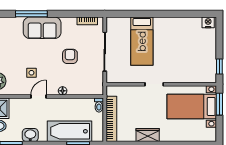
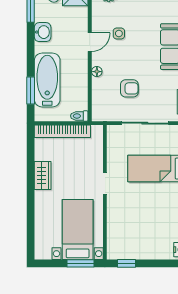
armchair: (70, 56) -> (129, 88), moved
door: (39, 97) -> (90, 42), hinge flipped

